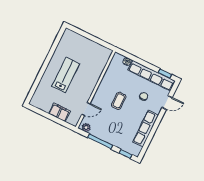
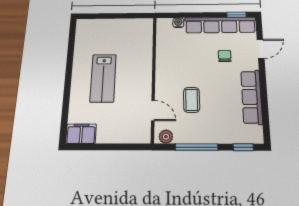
lab bench: (66, 75) -> (103, 78), turned 180
coffee table: (119, 101) -> (192, 100), moved
door: (86, 109) -> (153, 111), hinge flipped
filing cabinet: (59, 112) -> (81, 134), moved

